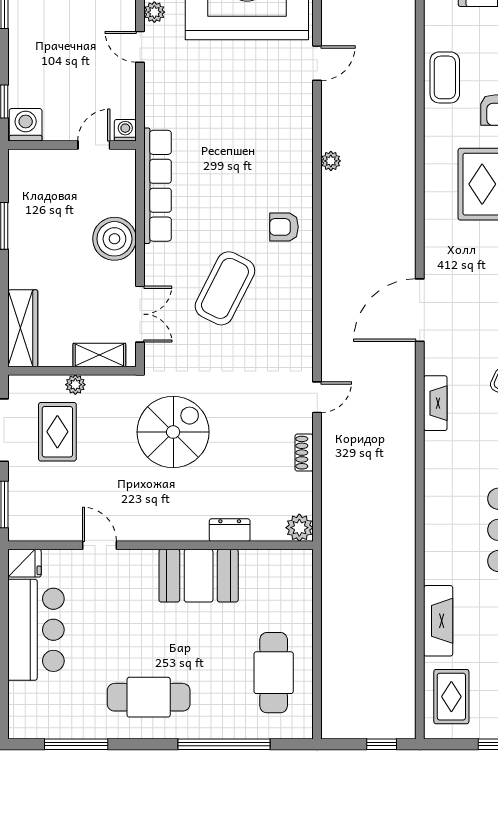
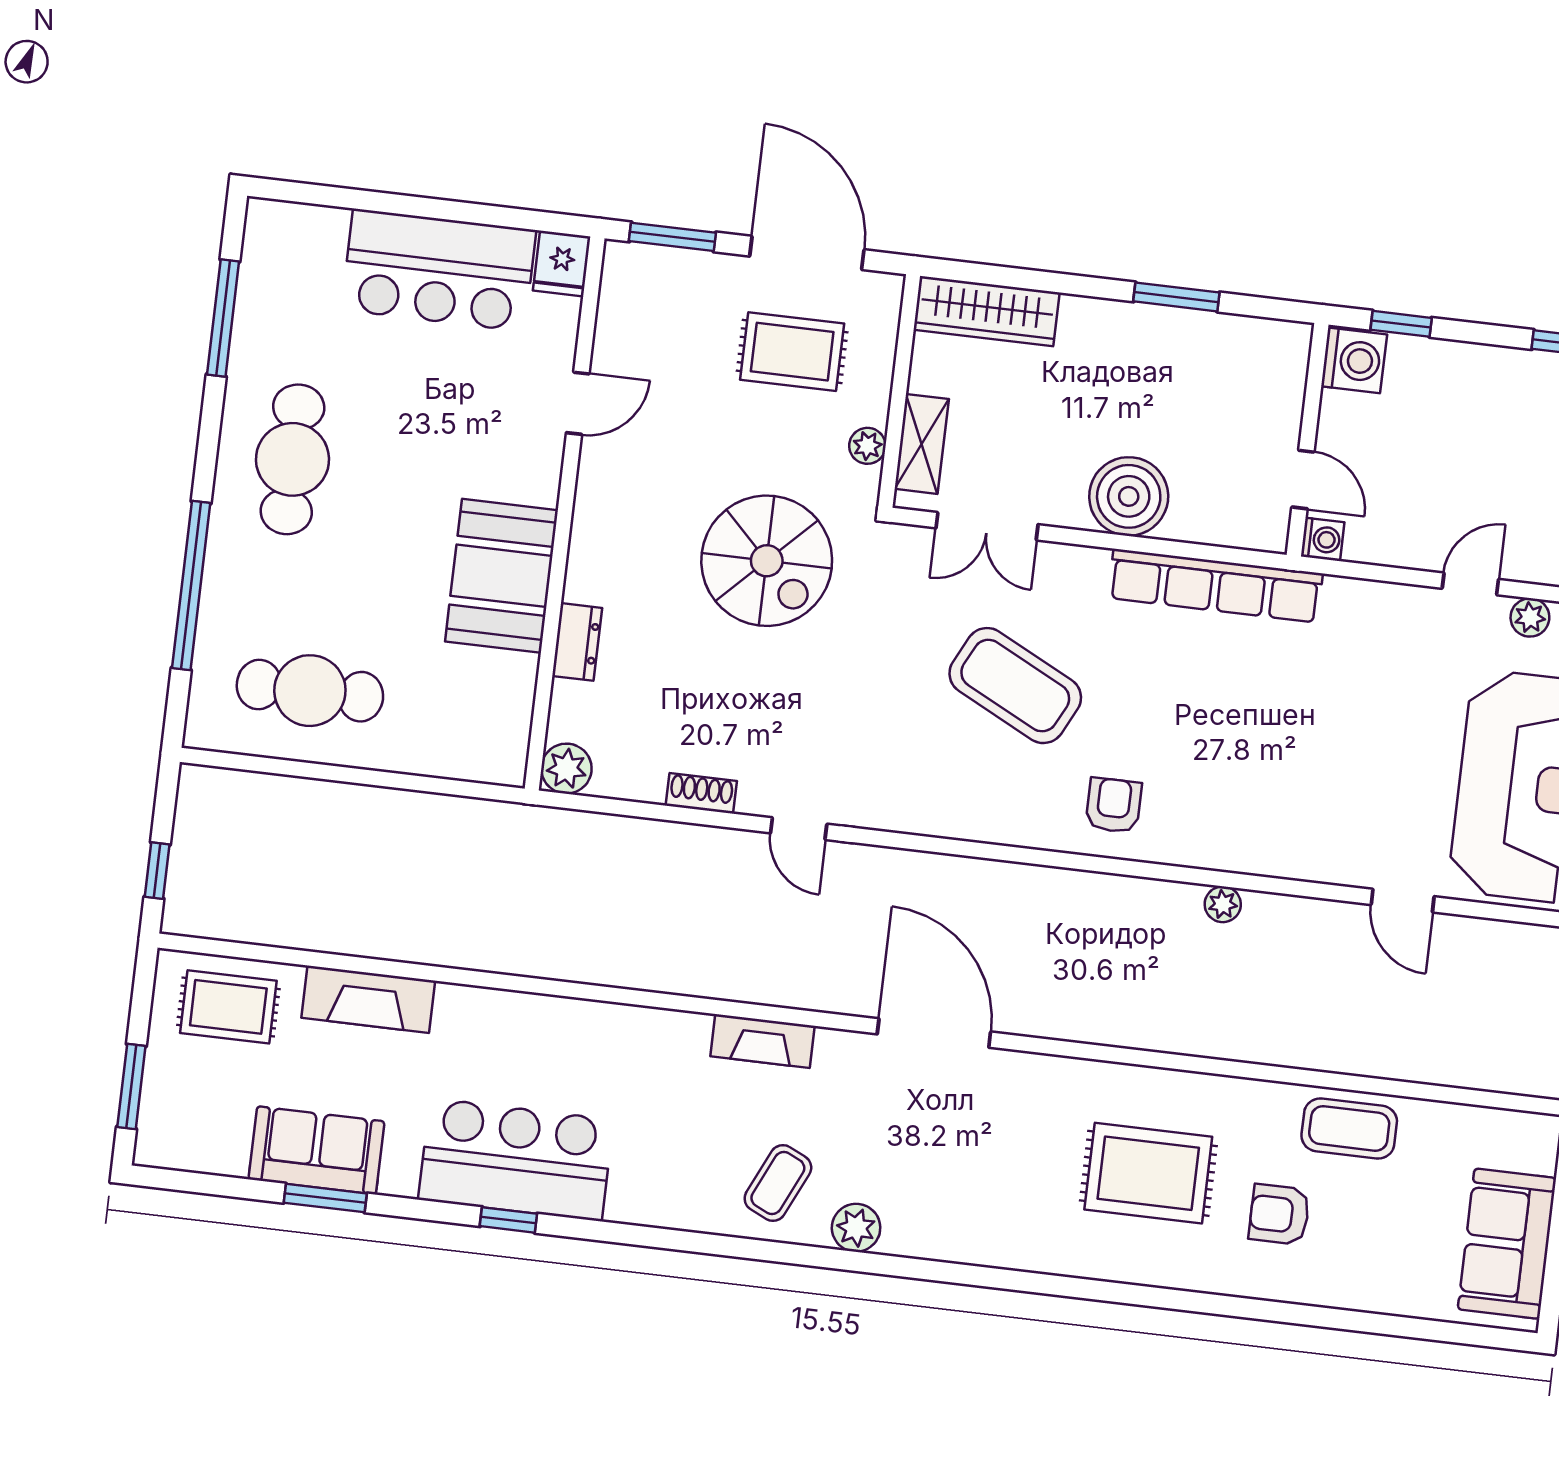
plant: (75, 385) -> (867, 446), moved

